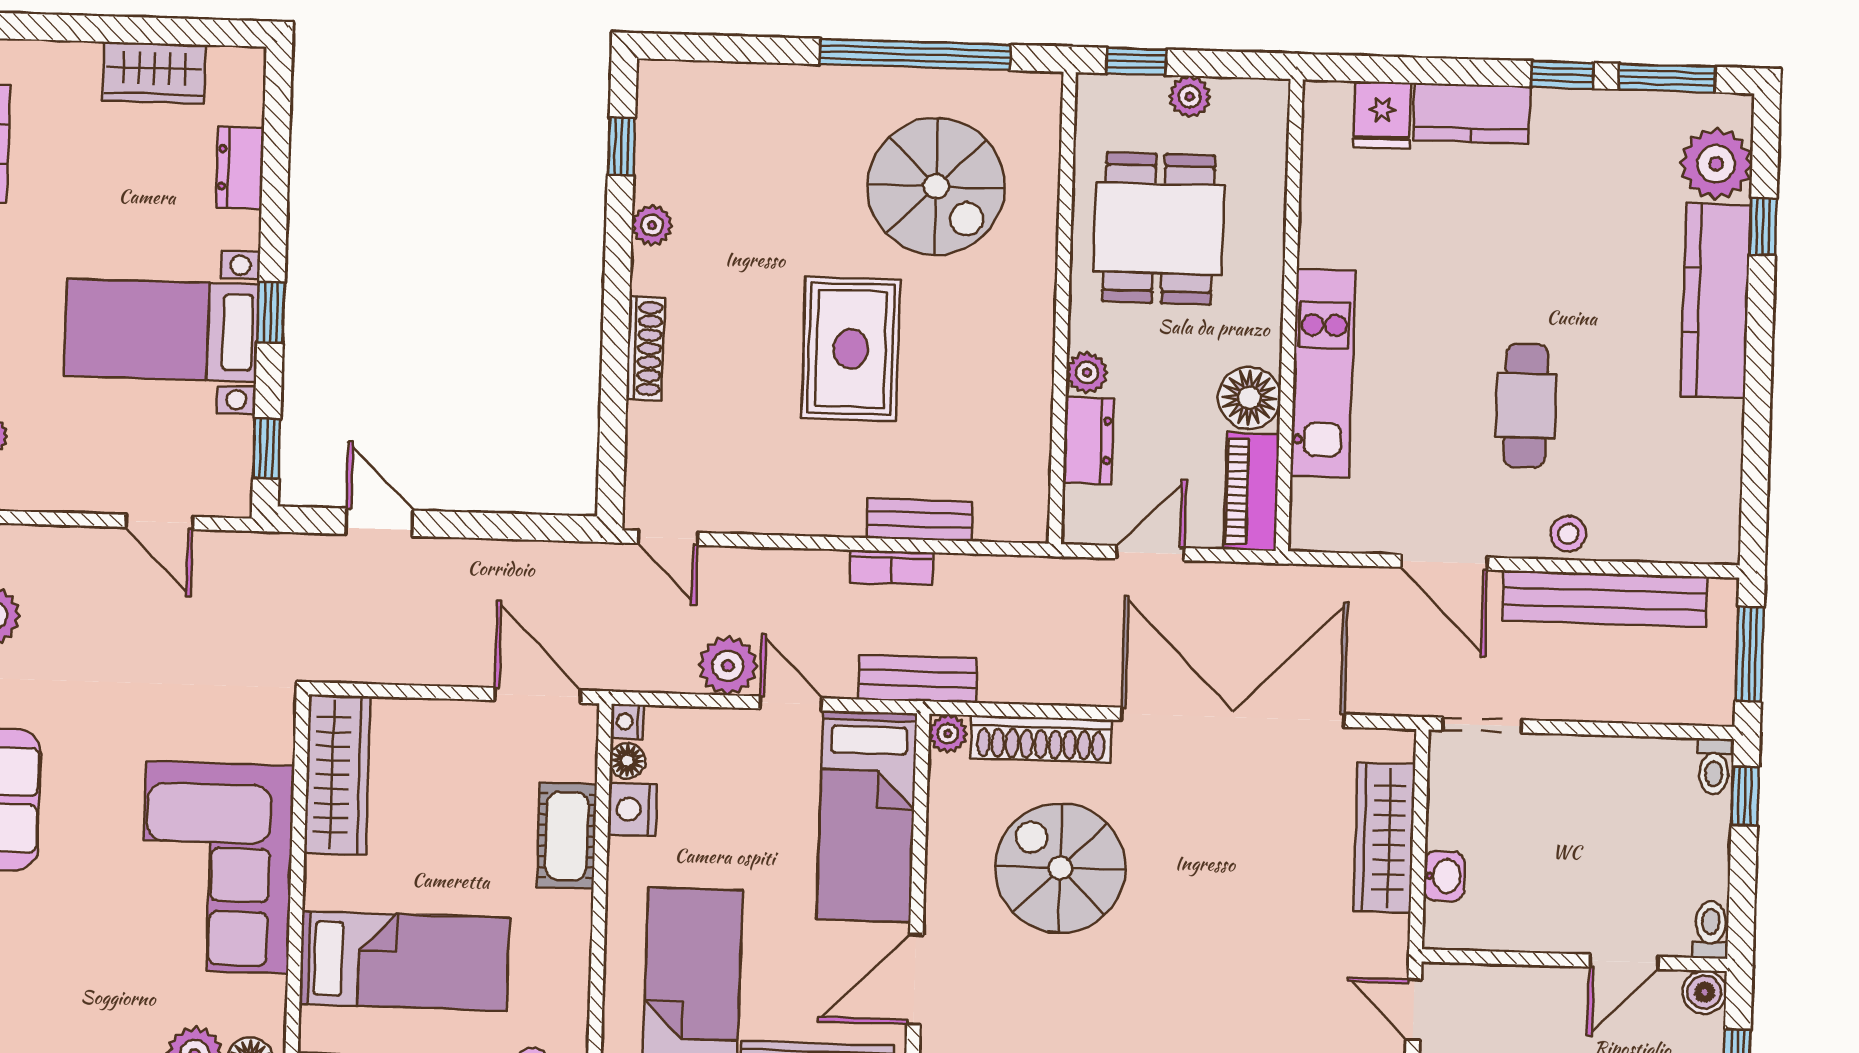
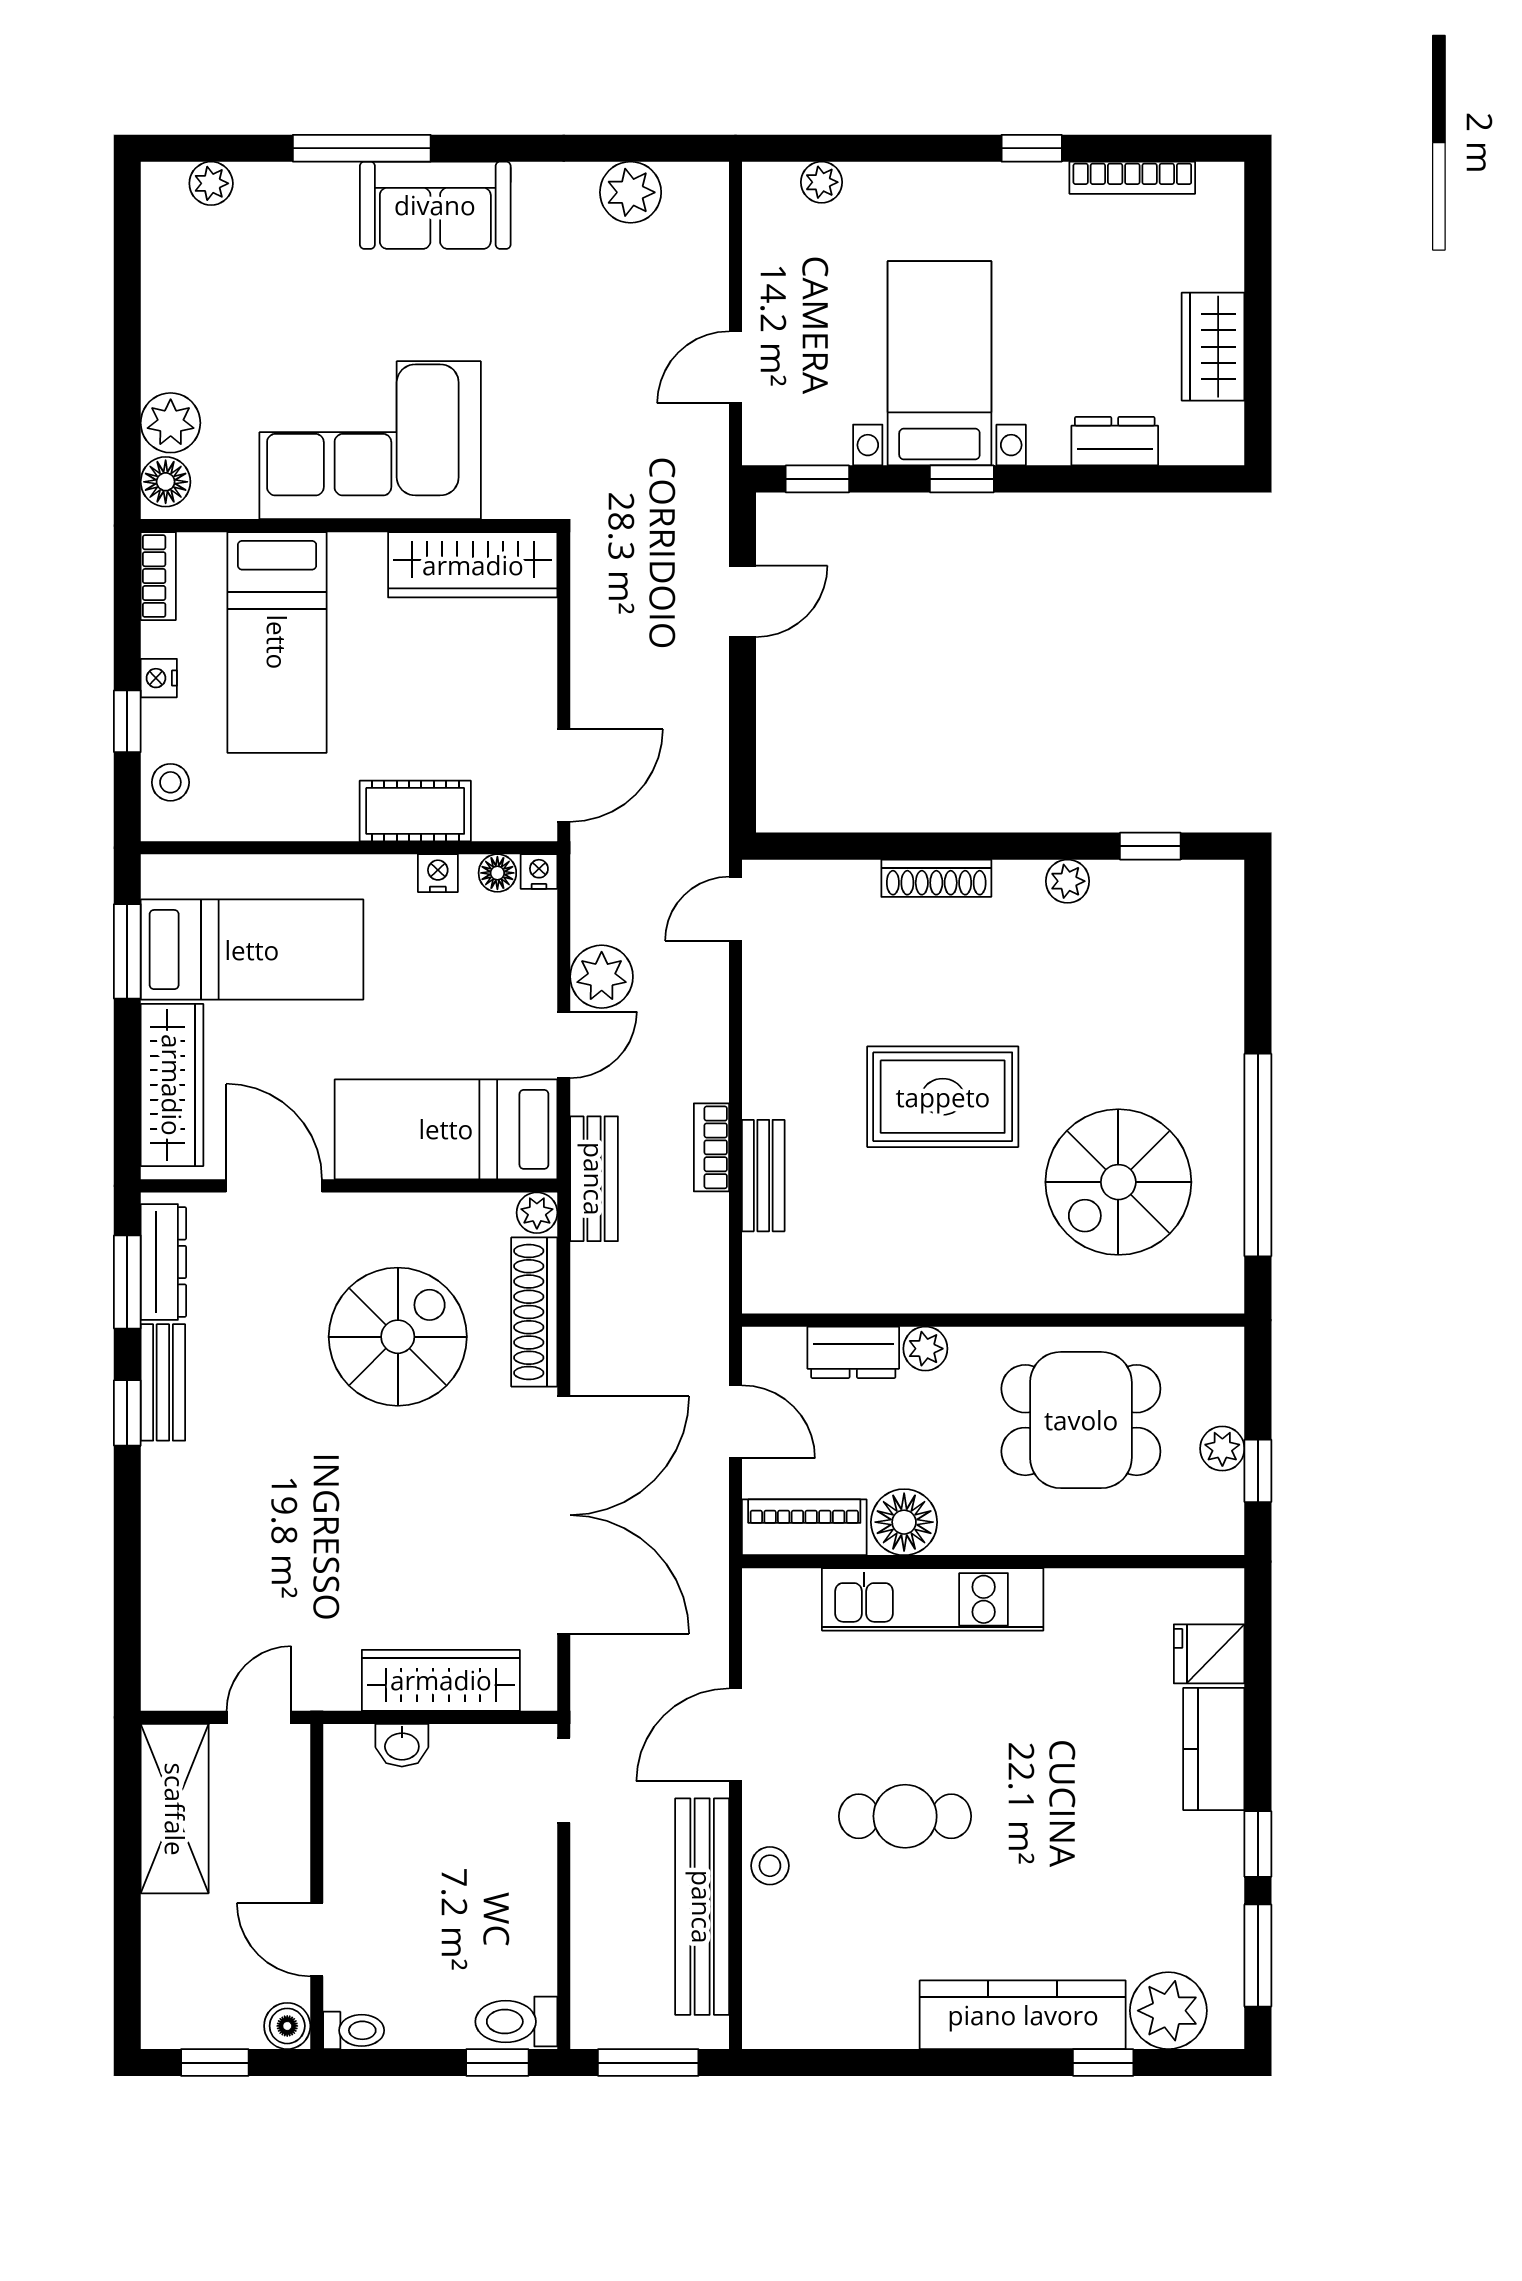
window: (1136, 61) -> (1258, 1471), moved
toilet: (1714, 766) -> (516, 2022), width x1.37, depth x1.39
nightstand: (632, 809) -> (438, 873), width x0.72, depth x0.74

